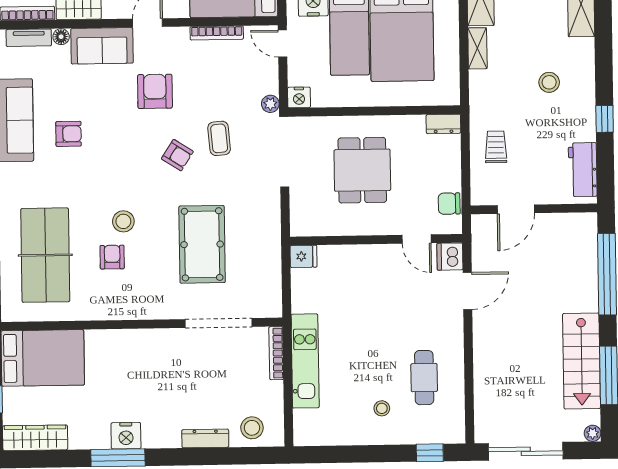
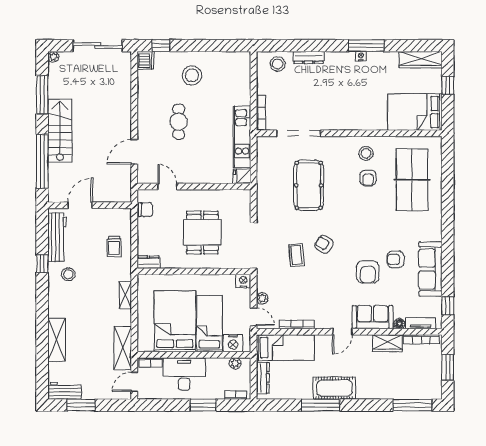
shelving: (477, 48) -> (125, 295), moved
stool: (549, 82) -> (68, 274), moved
armchair: (155, 91) -> (368, 272), moved
plant: (270, 104) -> (262, 298), moved
workbench: (583, 170) -> (57, 237), width x1.38
door: (516, 209) -> (80, 205), moved
stool: (123, 221) -> (366, 153), moved
dishwasher: (450, 257) -> (146, 60), moved
kitchen unit: (305, 361) -> (242, 137), moved
stairs: (582, 361) -> (60, 131), moved
cafe table: (424, 378) -> (179, 122), moved
stool: (382, 408) -> (192, 75), width x1.89, depth x1.89
nightstand: (126, 436) -> (361, 56), width x0.53, depth x0.56

